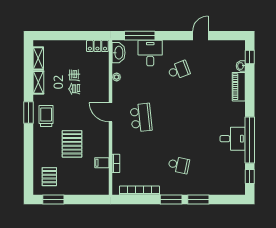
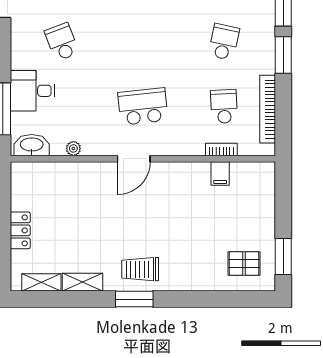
locker: (97, 46) -> (20, 230), moved
pallet: (72, 144) -> (188, 225), removed
school desk: (141, 165) -> (224, 106), added

